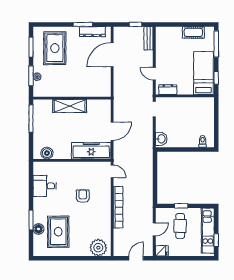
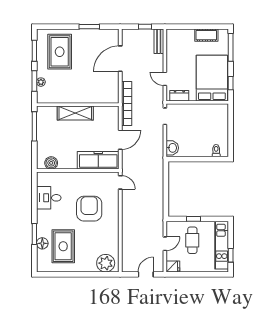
dresser: (92, 32) -> (99, 34), removed
bed: (203, 73) -> (212, 78), width x1.50
armchair: (83, 196) -> (89, 209), width x1.88, depth x1.88
bookcase: (118, 207) -> (127, 103), moved

